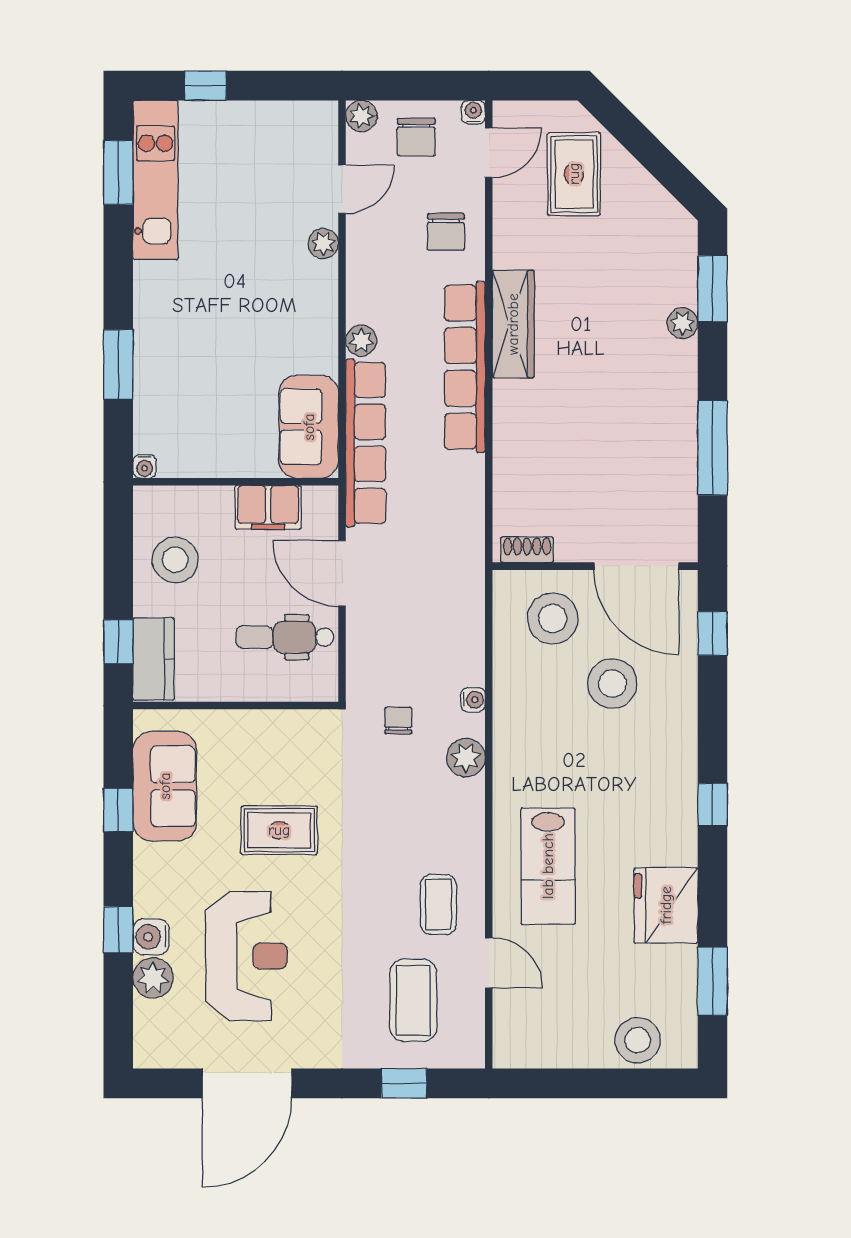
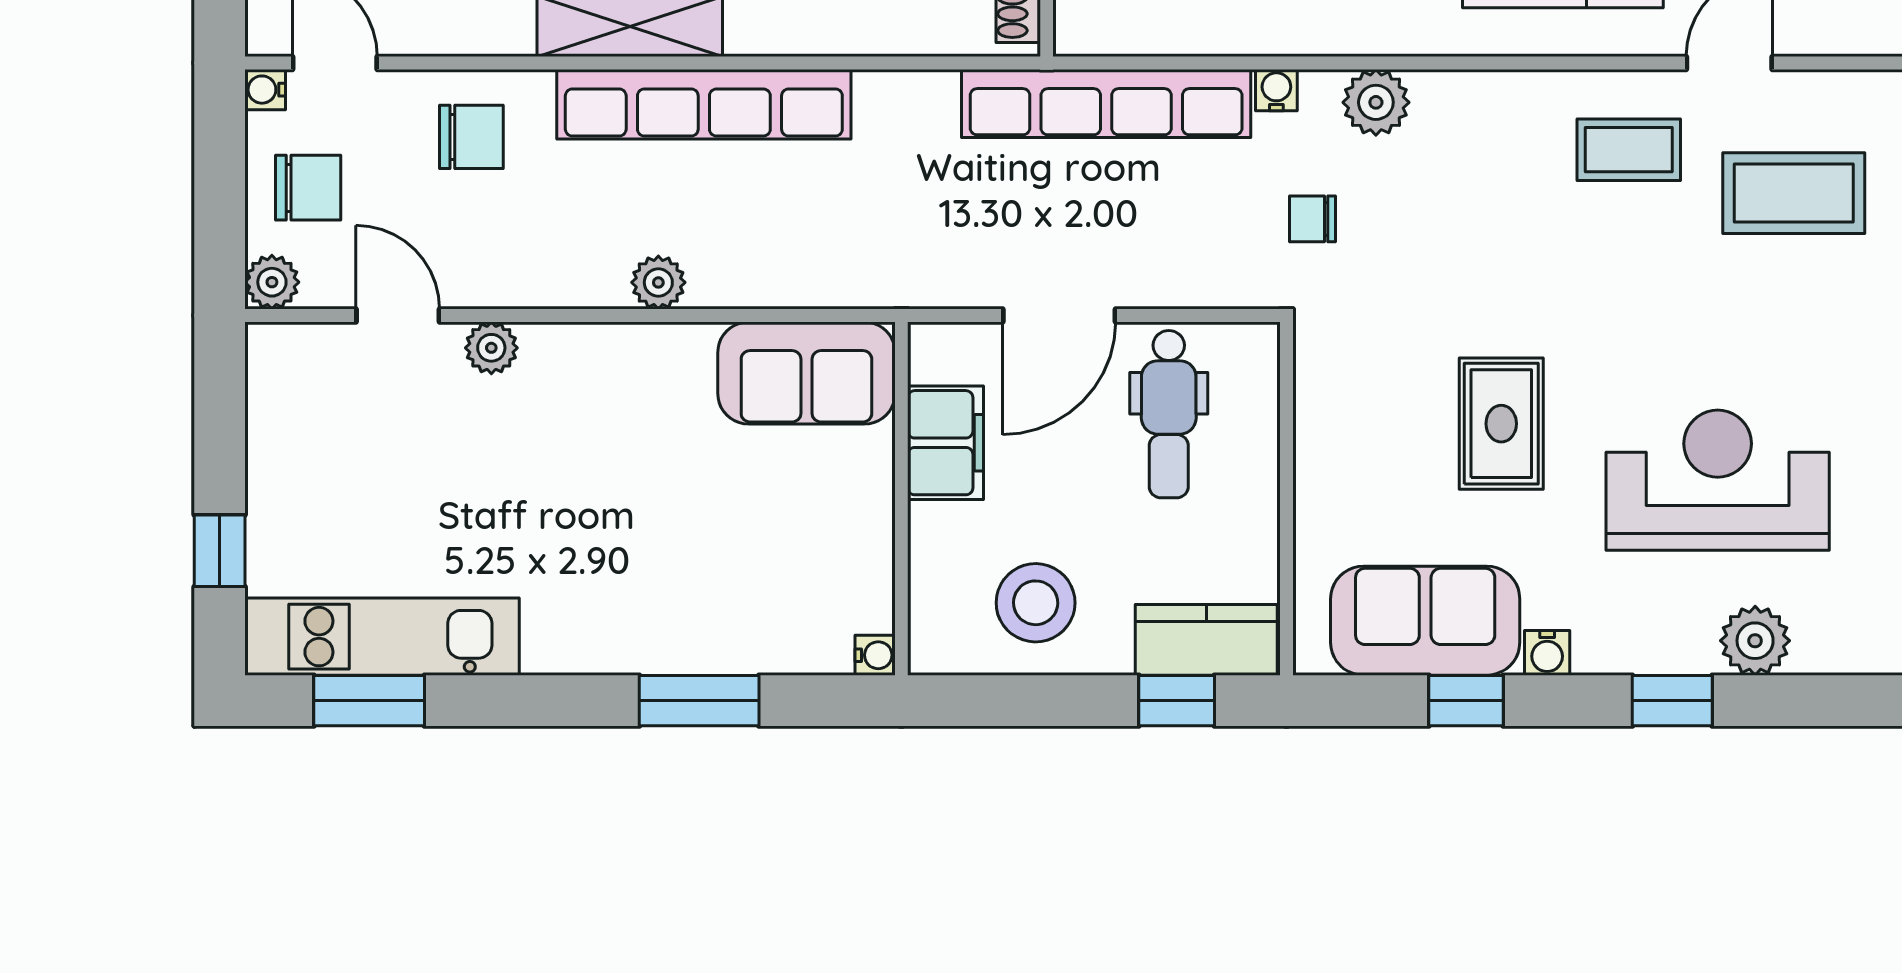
row of seats: (366, 443) -> (1106, 104), moved, turned 180
water cooler: (151, 937) -> (1547, 653), moved, width x0.72, depth x0.72

